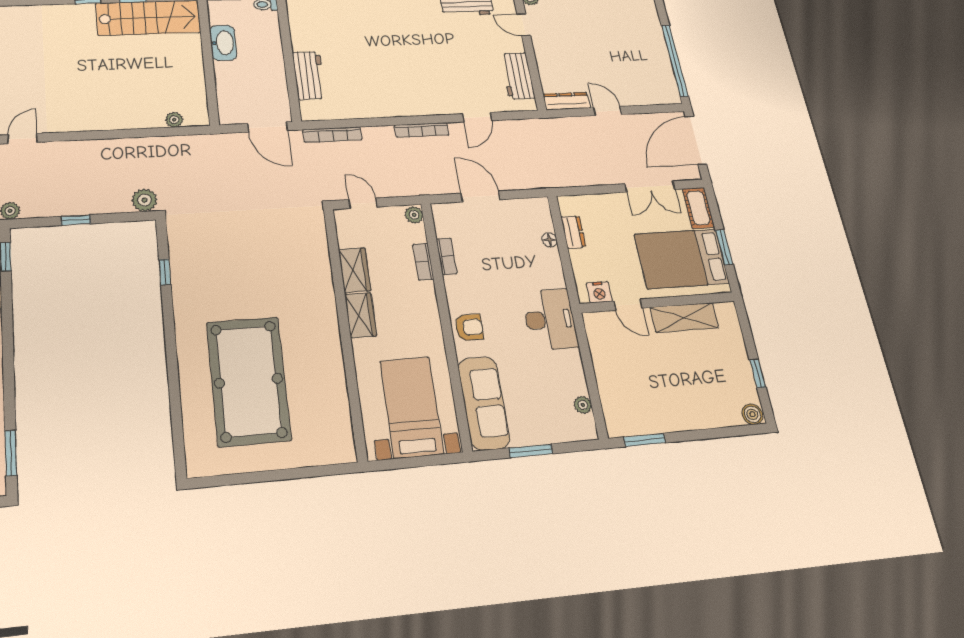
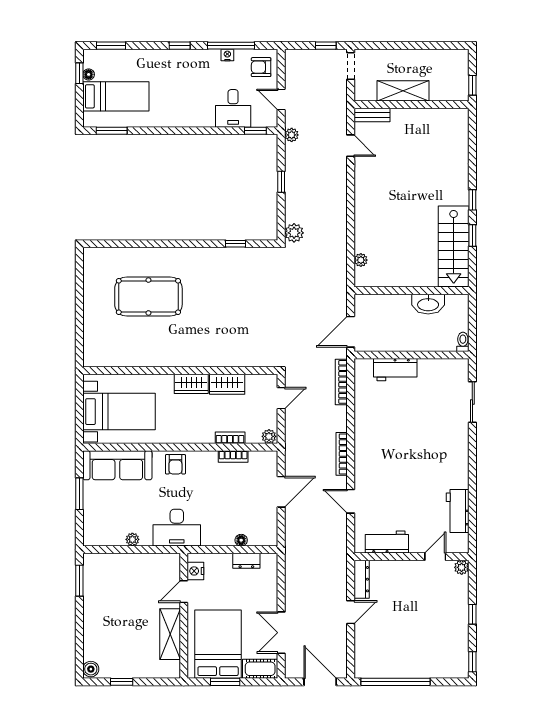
door: (696, 140) -> (320, 682), width x0.73
pool table: (248, 381) -> (148, 297), width x0.73, depth x0.76
plant: (583, 405) -> (132, 539), moved

